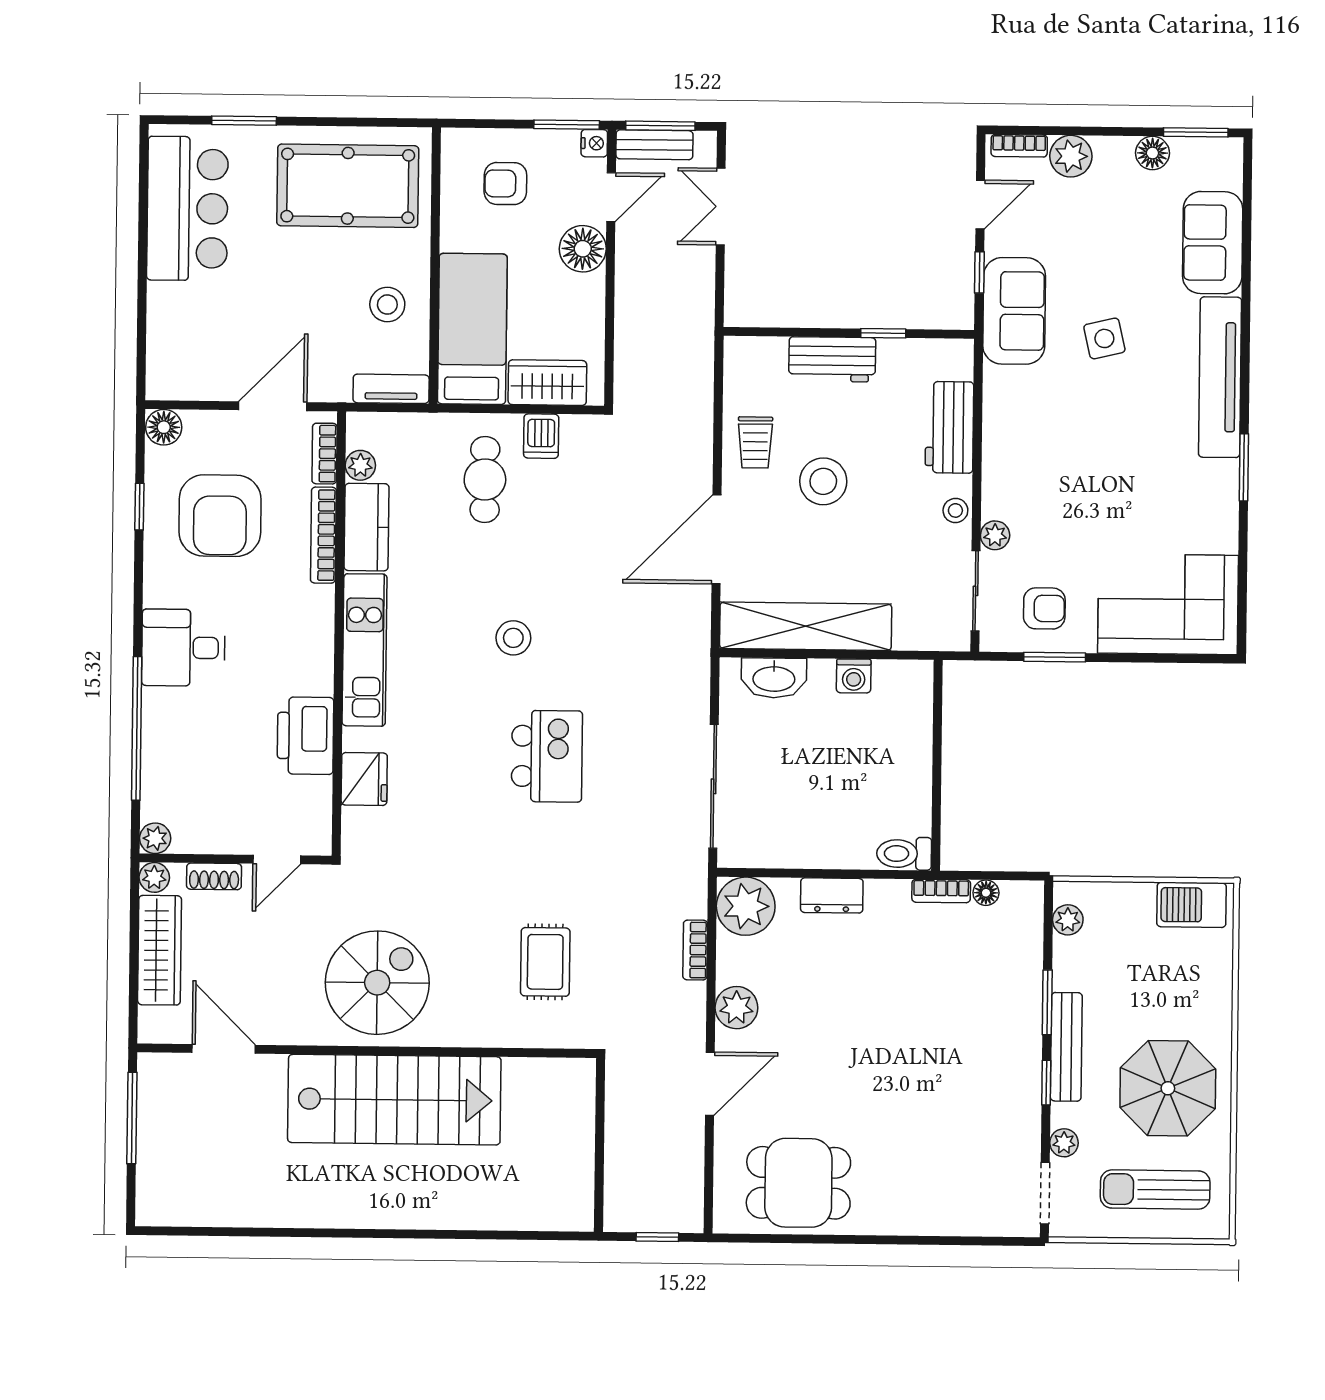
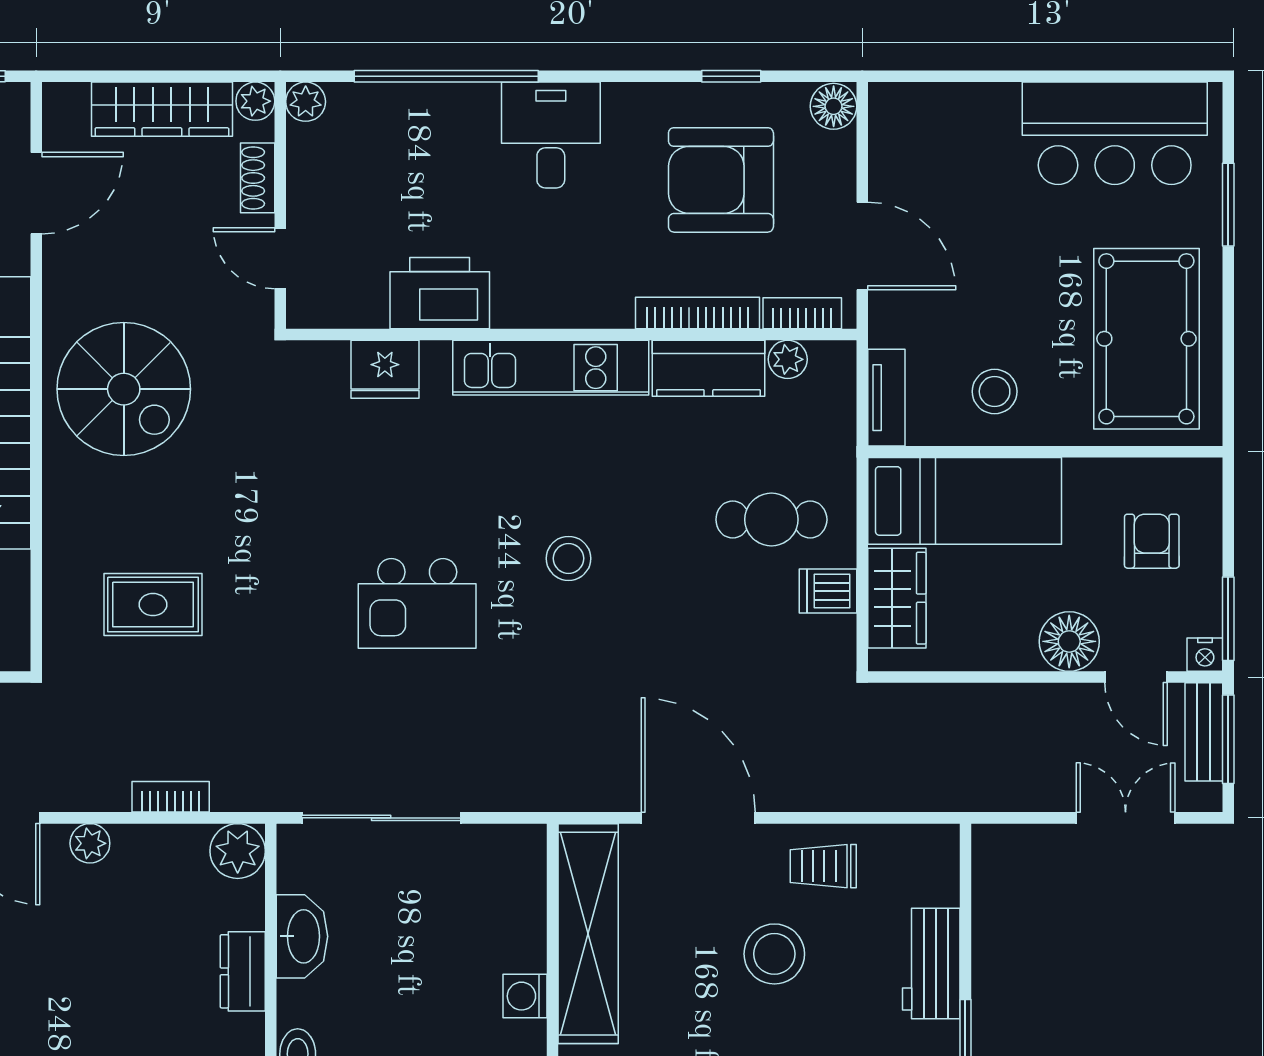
washbasin: (774, 678) -> (302, 936), moved, turned 180
plant: (746, 906) -> (238, 851), width x0.73, depth x0.73
plant: (736, 1008) -> (90, 843), width x0.73, depth x0.73

